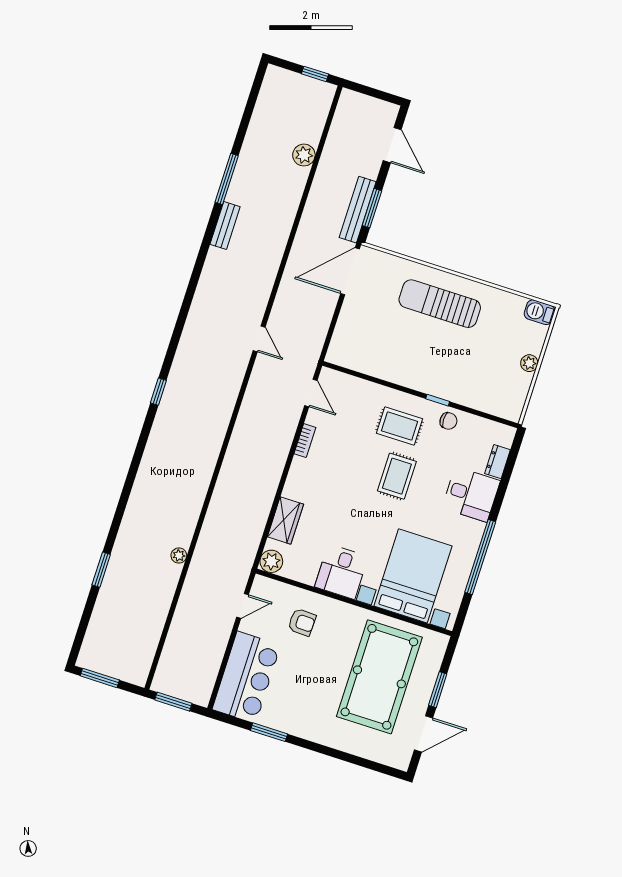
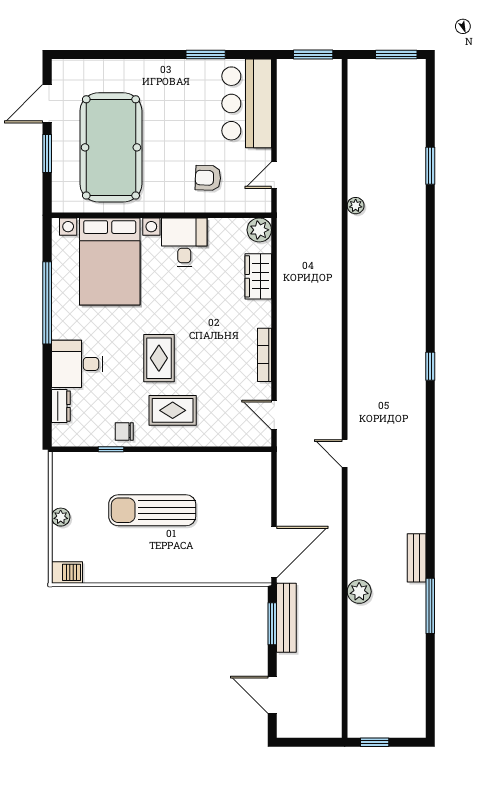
plant: (304, 155) -> (359, 592), moved
sun lounger: (440, 304) -> (152, 510), moved, turned 180
window: (438, 400) -> (111, 449), moved
bookcase: (305, 441) -> (265, 355), width x1.56

